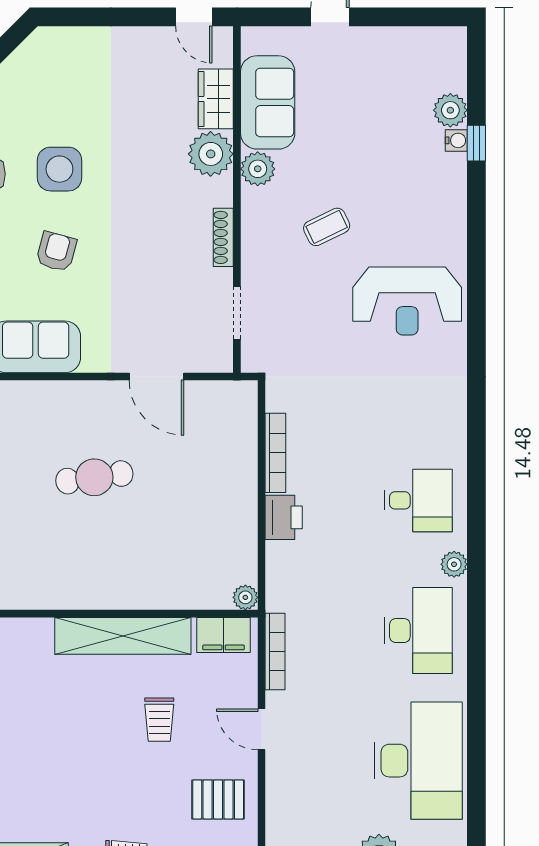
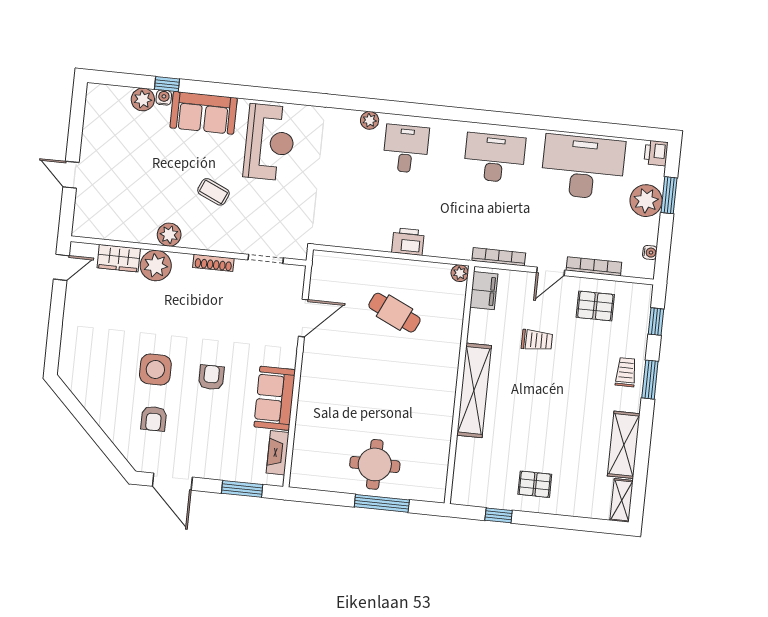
sofa: (268, 102) -> (204, 113), moved, turned 180
coffee table: (327, 227) -> (213, 192), turned -40
armchair: (56, 252) -> (211, 377), turned 75
bookcase: (275, 453) -> (594, 266), moved
cafe table: (94, 477) -> (394, 313), moved, turned -57
plant: (454, 564) -> (370, 120), moved
shelving: (123, 636) -> (474, 390), moved
pallet: (218, 799) -> (595, 306), turned 90

